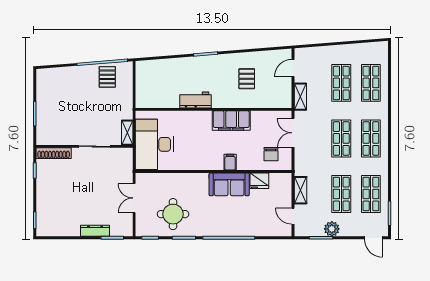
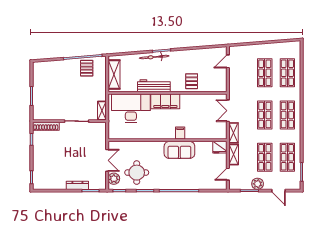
bicycle: (196, 62) -> (154, 57), added
pallet: (247, 79) -> (192, 81), moved
shelving: (143, 85) -> (114, 74), added
shelving: (300, 97) -> (234, 133), moved
workbench: (195, 100) -> (154, 86), width x1.38
filing cabinet: (231, 120) -> (165, 101), moved
desk: (154, 144) -> (131, 108), moved, turned 90
chair: (271, 154) -> (211, 127), removed
fridge: (259, 181) -> (220, 147), moved
double door: (134, 198) -> (107, 160), swing flipped
door: (293, 216) -> (228, 174), hinge flipped
plant: (143, 222) -> (114, 179), added
door: (373, 238) -> (279, 191), moved

